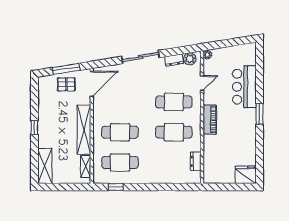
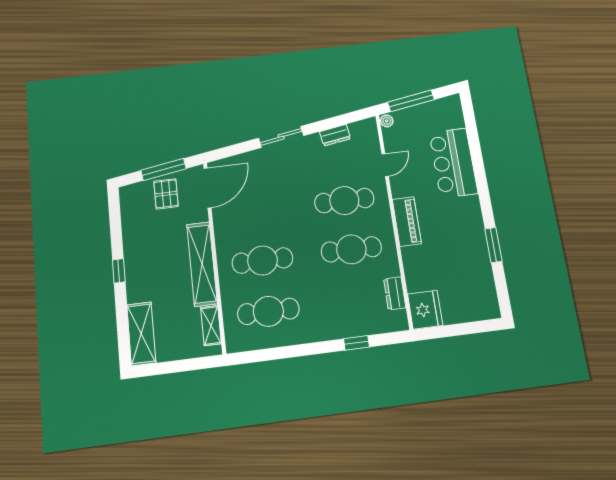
window: (225, 44) -> (411, 101), added
sliding door: (140, 57) -> (281, 137), width x0.73
plant: (190, 59) -> (360, 130), removed
pallet: (66, 84) -> (166, 194), turned 90
window: (259, 114) -> (493, 245), moved
fridge: (246, 175) -> (425, 310), moved, turned 90
window: (116, 187) -> (356, 343), moved

